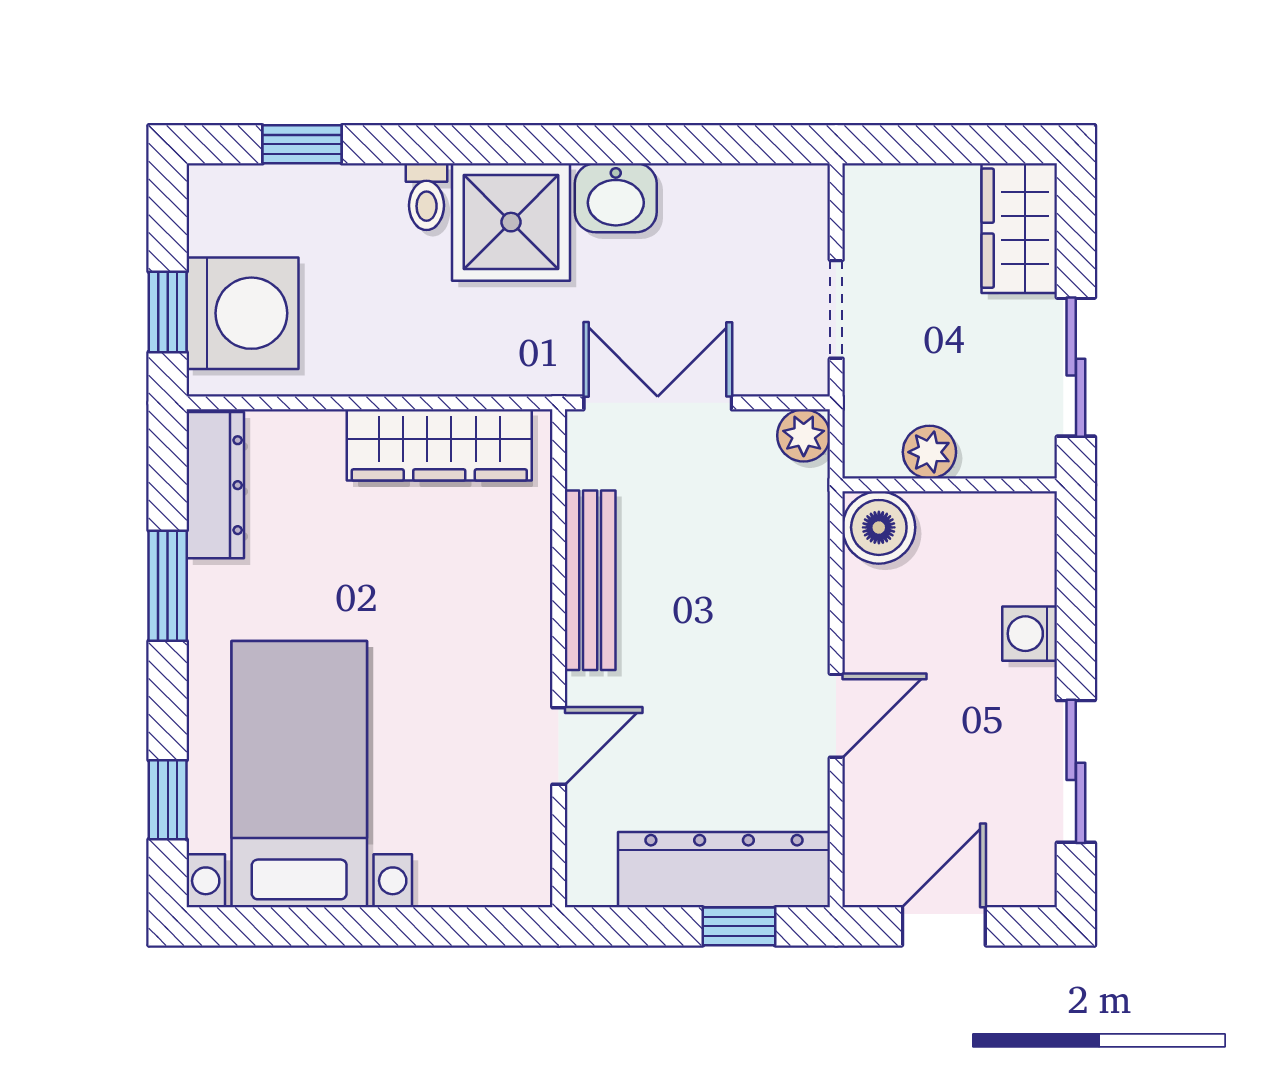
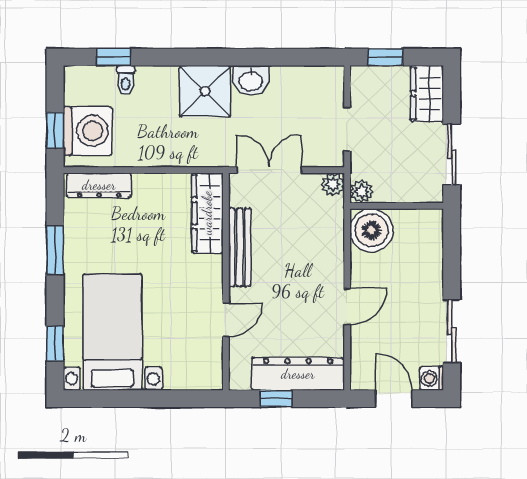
window: (925, 144) -> (386, 57), added
toilet: (427, 197) -> (126, 80), moved
wardrobe: (439, 445) -> (207, 213), moved, turned 90
plant: (929, 452) -> (361, 191), moved
dresser: (215, 485) -> (99, 185), moved, turned 90
boiler: (879, 527) -> (371, 230), width x1.37, depth x1.37
washing machine: (1030, 634) -> (432, 379), moved
window: (739, 926) -> (276, 399), moved
door: (944, 926) -> (394, 399), hinge flipped

